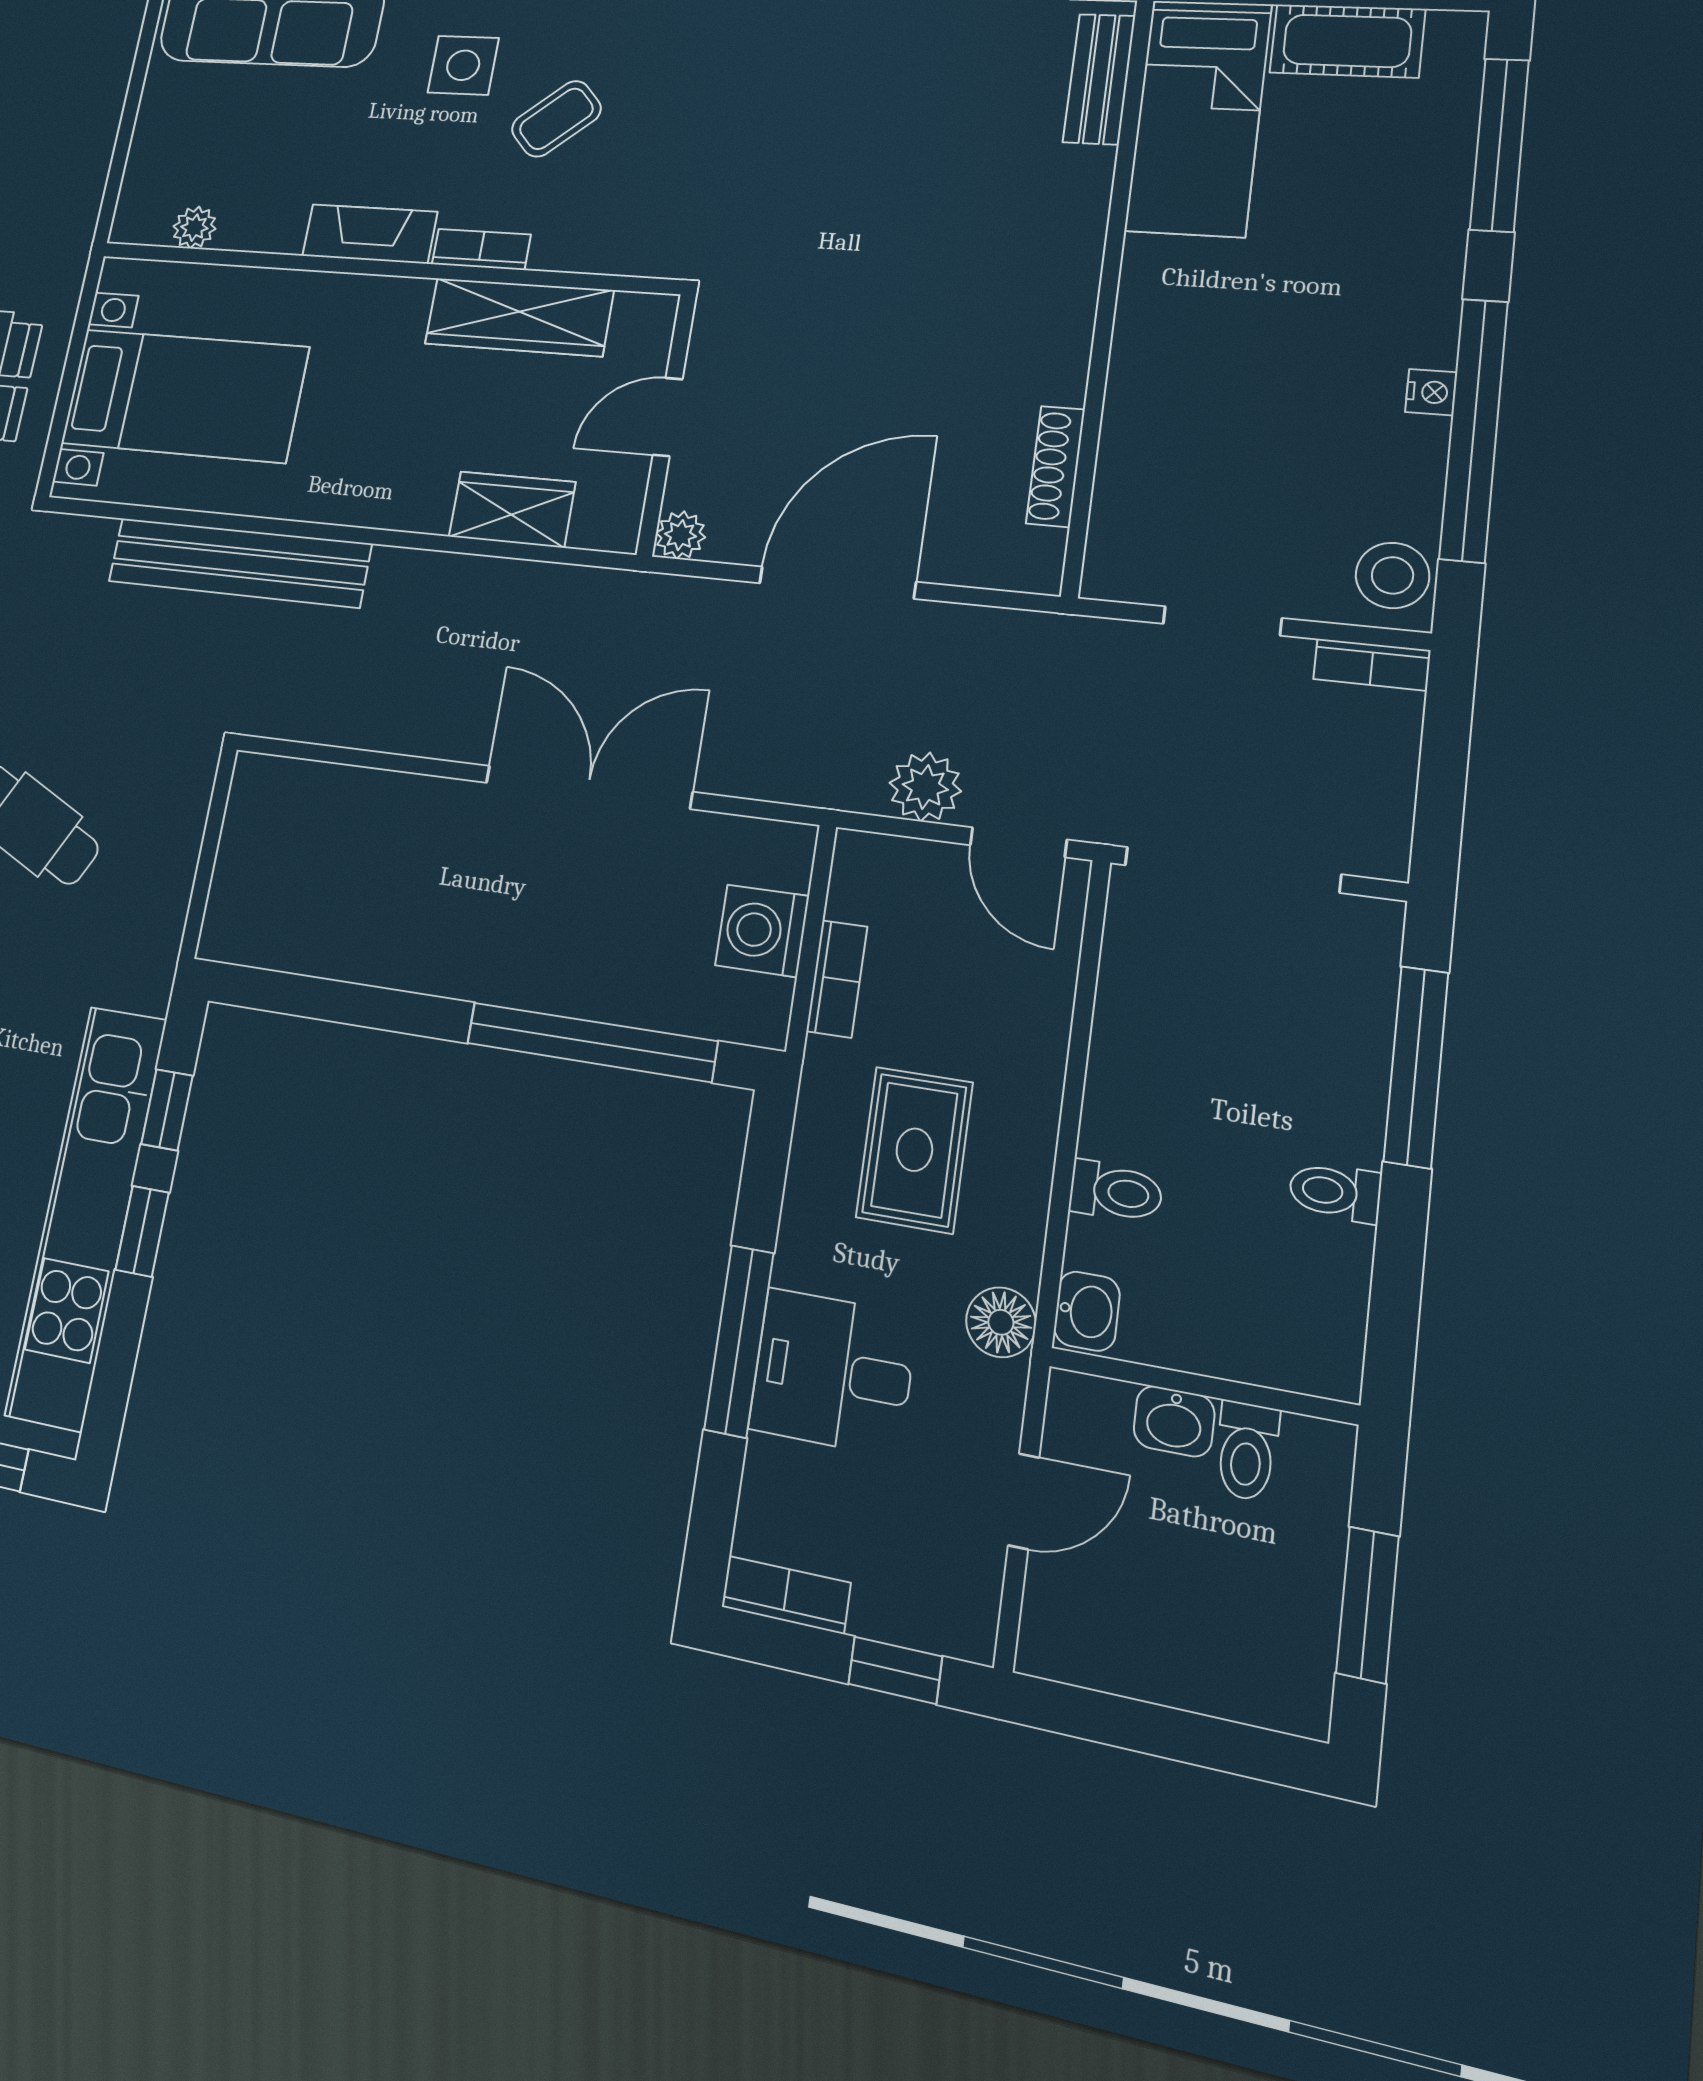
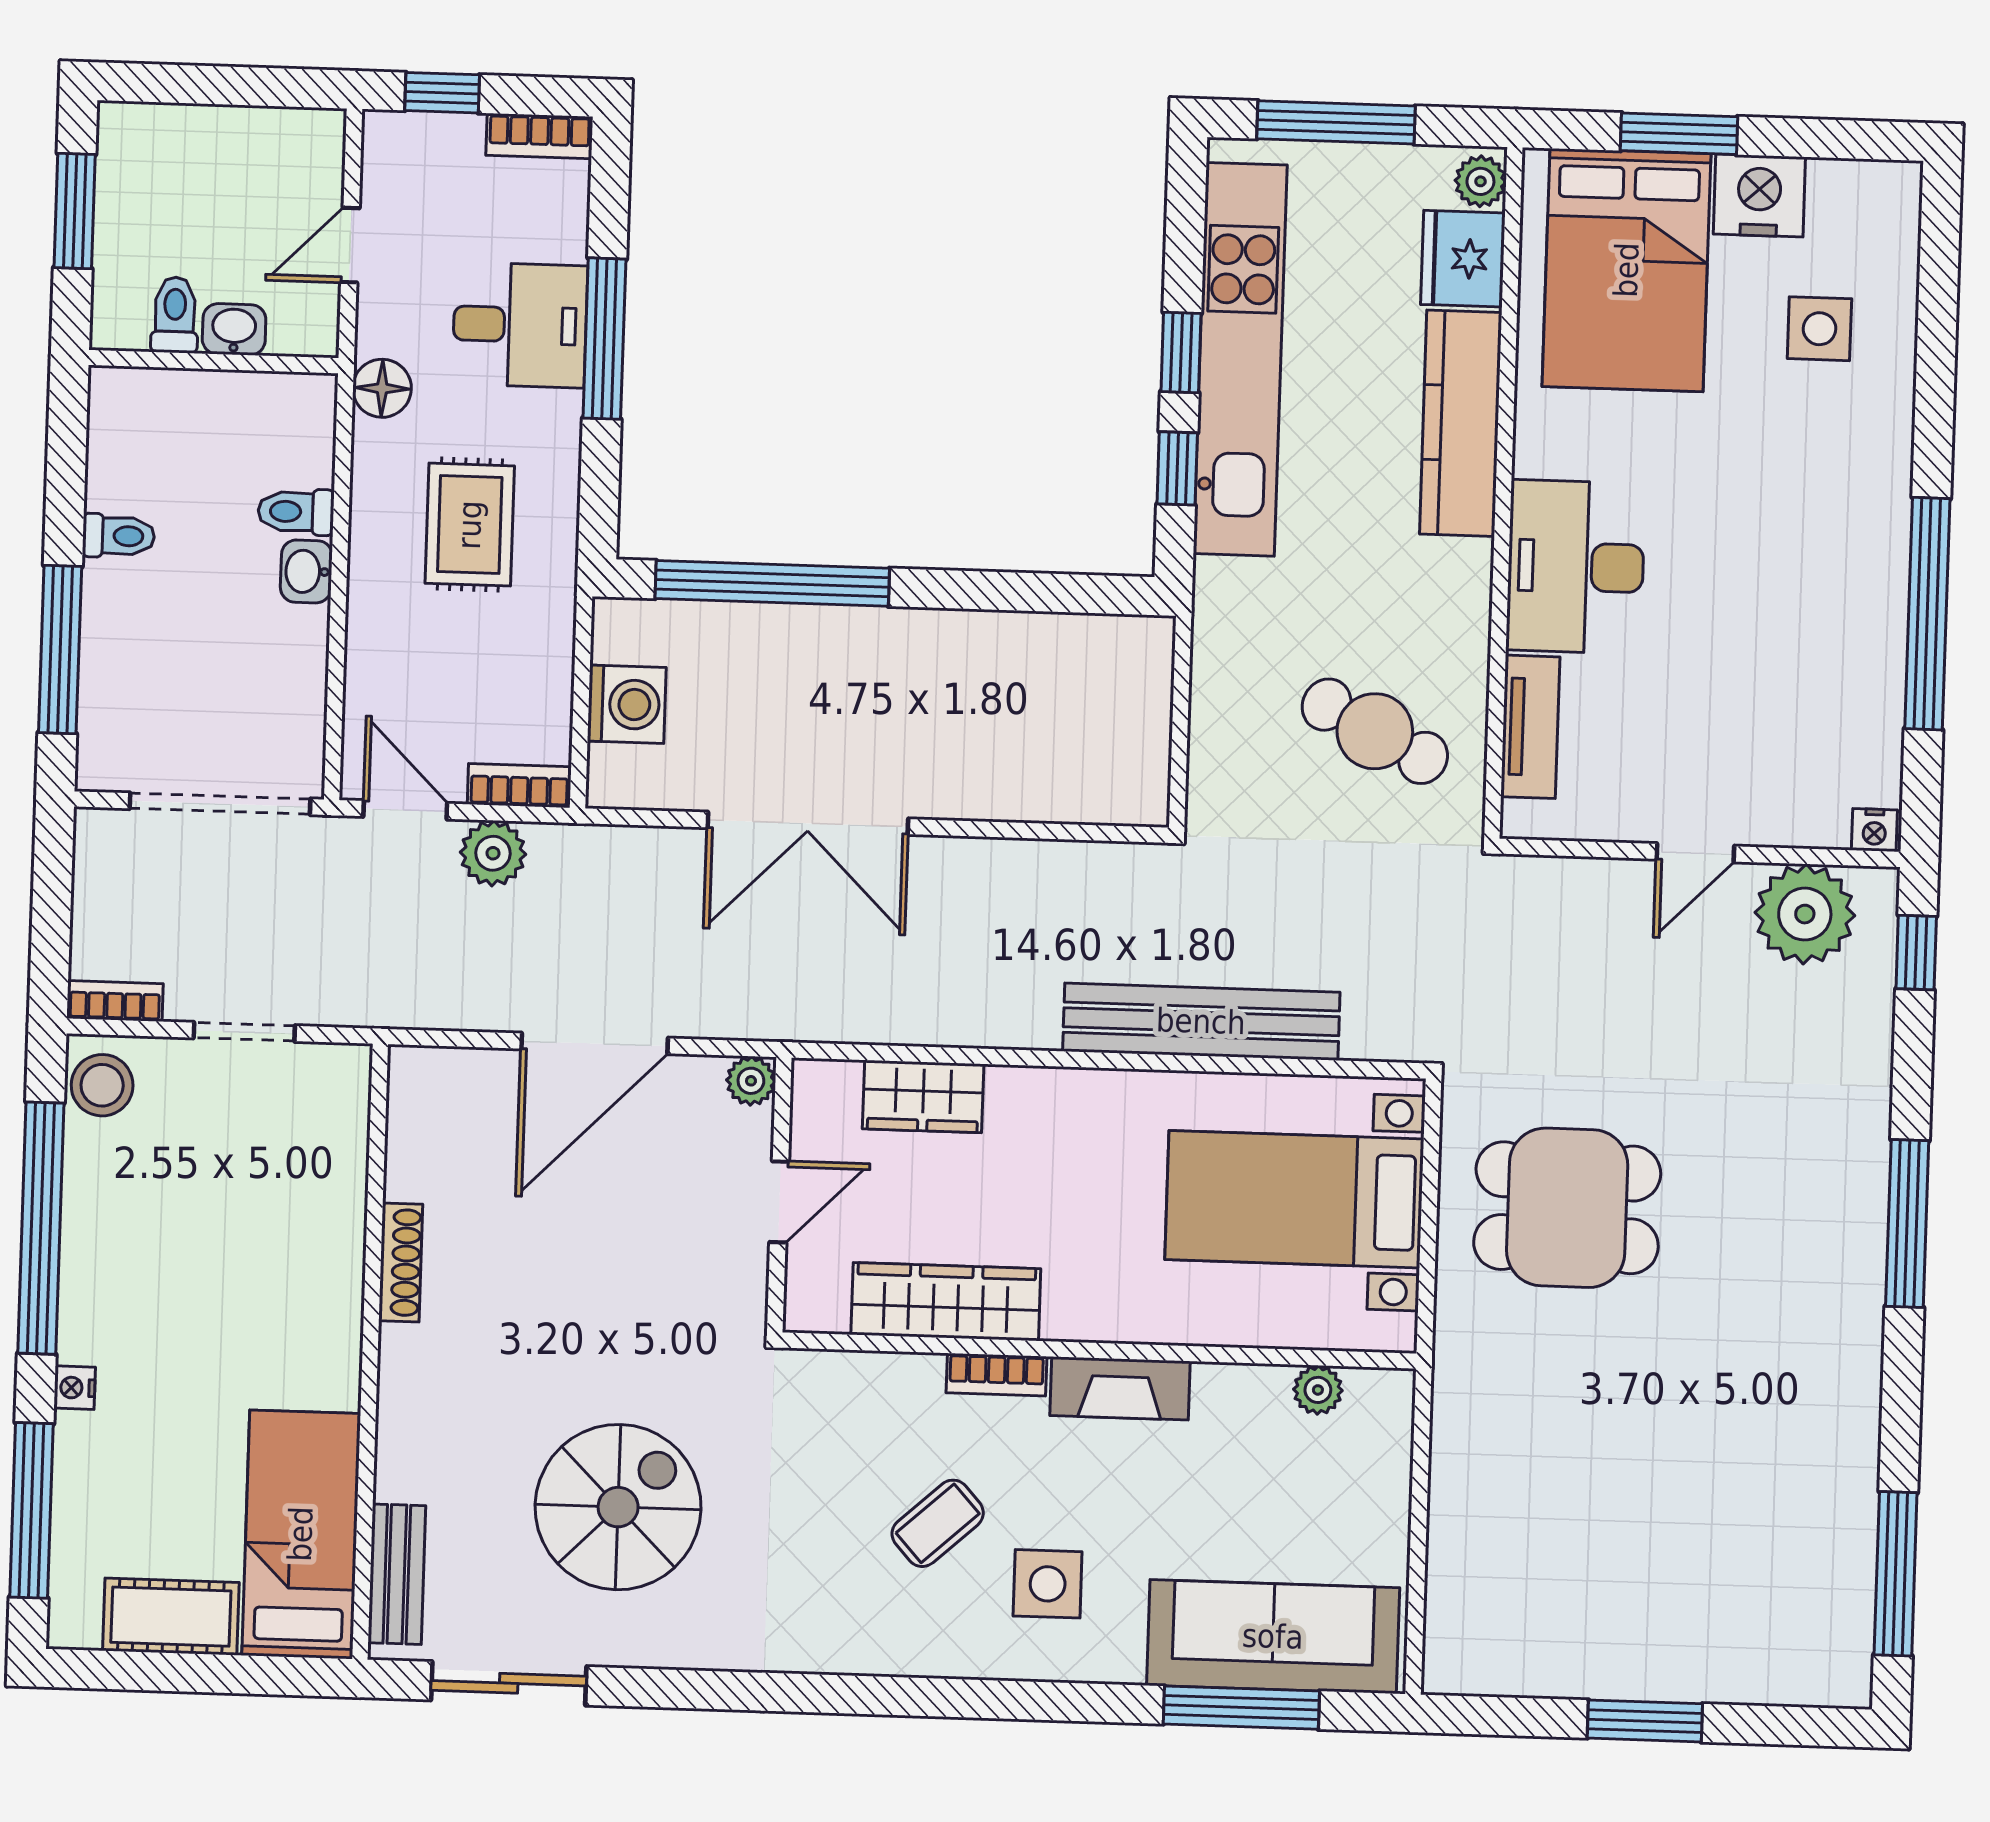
spiral stairs: (865, 138) -> (618, 1507), added
nightstand: (1431, 392) -> (75, 1388), moved
shoe rack: (1056, 466) -> (401, 1262), moved
bookcase: (837, 979) -> (519, 786), moved, turned 90
washbasin: (1087, 1311) -> (306, 571), moved

